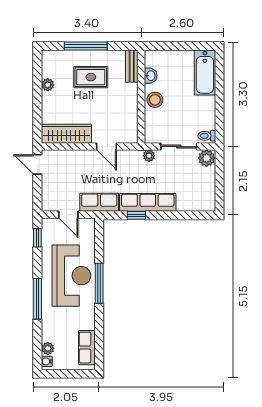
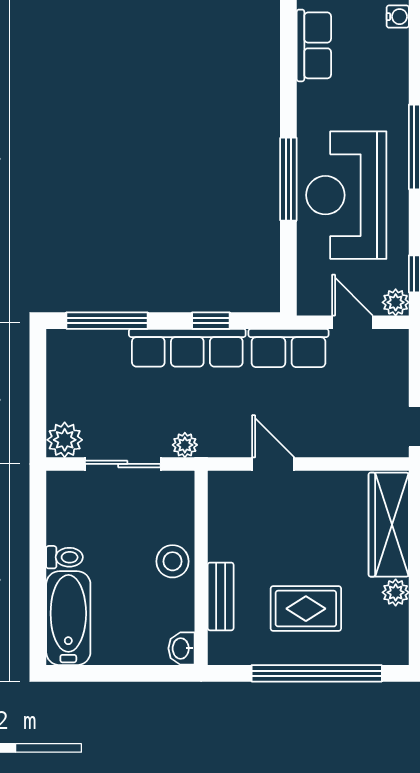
window: (86, 46) -> (317, 673), width x1.46
bench: (132, 66) -> (221, 596), moved
washbasin: (151, 76) -> (181, 648), moved
wardrobe: (66, 134) -> (389, 525), moved, turned 90
toilet: (207, 136) -> (64, 557), moved
window: (186, 215) -> (107, 321), added
plant: (48, 348) -> (396, 302), moved

